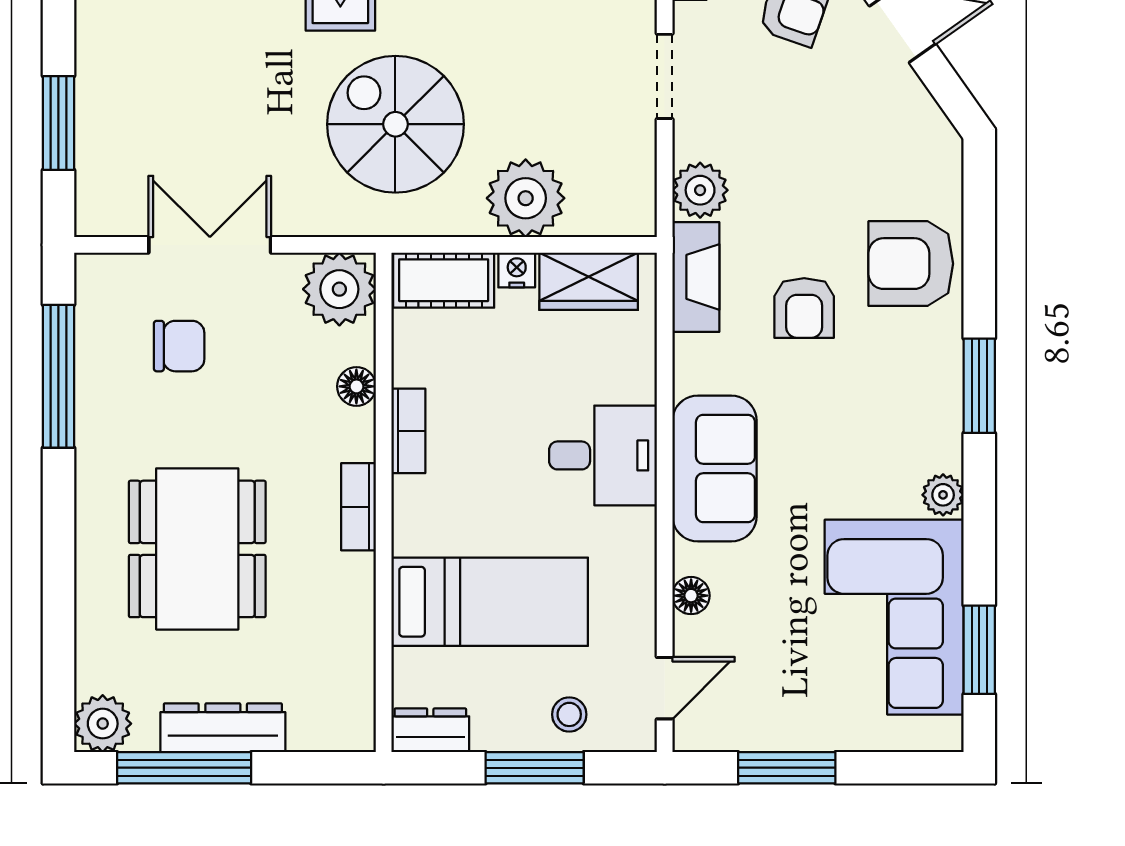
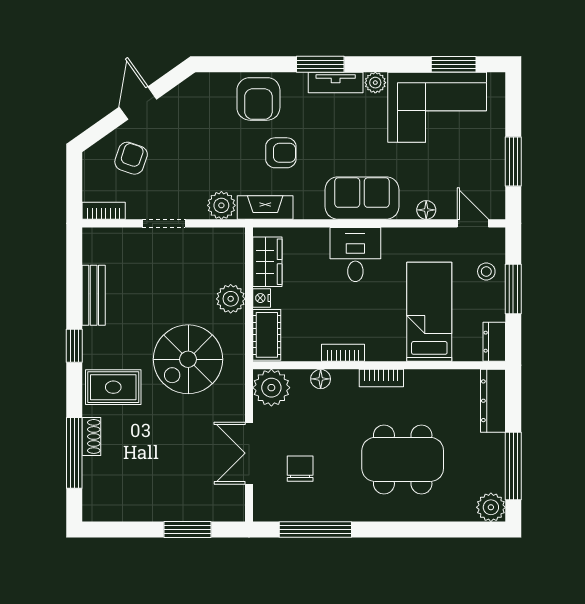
plant: (526, 198) -> (231, 299), width x0.73, depth x0.73
tv unit: (943, 416) -> (336, 83), added
dresser: (223, 728) -> (493, 401), moved

